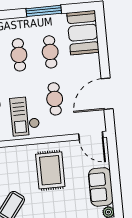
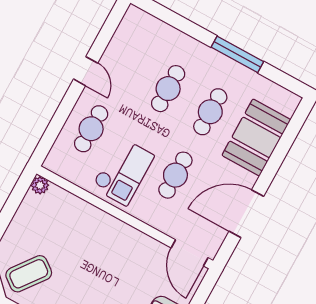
booth: (83, 33) -> (256, 137), moved
checkout: (25, 116) -> (123, 171), turned 180
rug: (50, 170) -> (108, 262), removed

